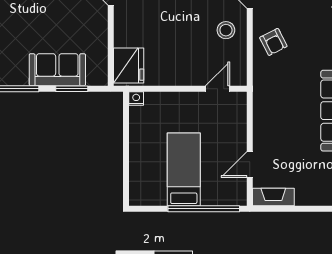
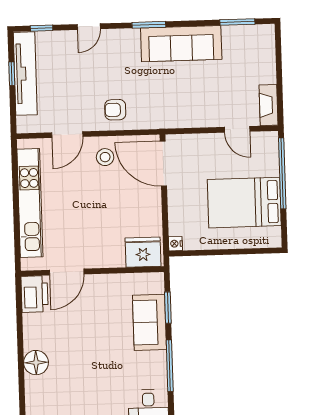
armchair: (273, 42) -> (115, 110), turned -153
door: (217, 89) -> (163, 164), width x1.88
bed: (184, 169) -> (244, 203), width x1.50

